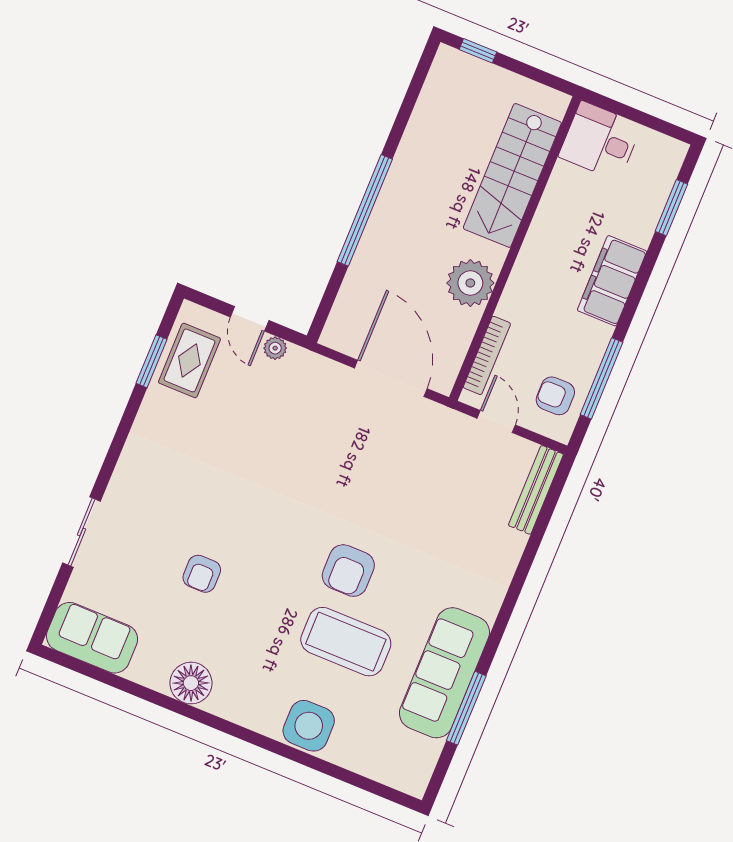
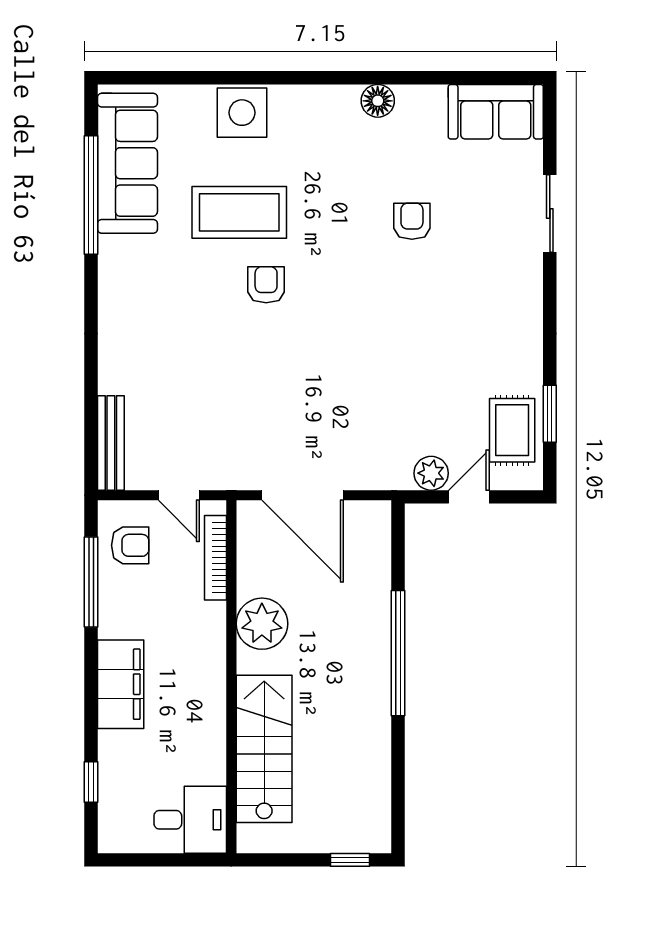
window: (671, 208) -> (91, 782), width x0.67
door: (250, 319) -> (469, 497), hinge flipped
plant: (275, 348) -> (431, 473), width x1.38, depth x1.38
armchair: (348, 571) -> (266, 285), width x0.72, depth x0.72
sofa: (444, 673) -> (127, 163), moved
floor lamp: (191, 683) -> (378, 101), width x0.73, depth x0.73
window: (466, 708) -> (91, 195), width x1.46

